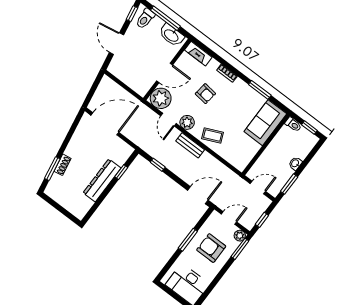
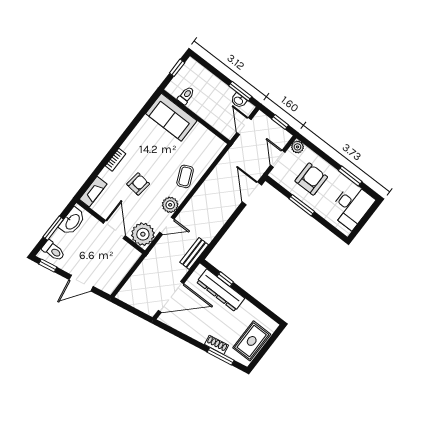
window: (165, 18) -> (53, 228), width x0.69
window: (260, 90) -> (134, 123), removed
door: (105, 124) -> (171, 297), swing flipped
toilet: (293, 124) -> (186, 96), moved
bench: (190, 145) -> (194, 253), moved
washbasin: (295, 163) -> (239, 100), moved
window: (158, 165) -> (217, 238), removed
dresser: (102, 180) -> (221, 290), moved
rug: (66, 196) -> (252, 341), added
armchair: (211, 248) -> (311, 179), turned 180
window: (240, 249) -> (350, 176), moved

